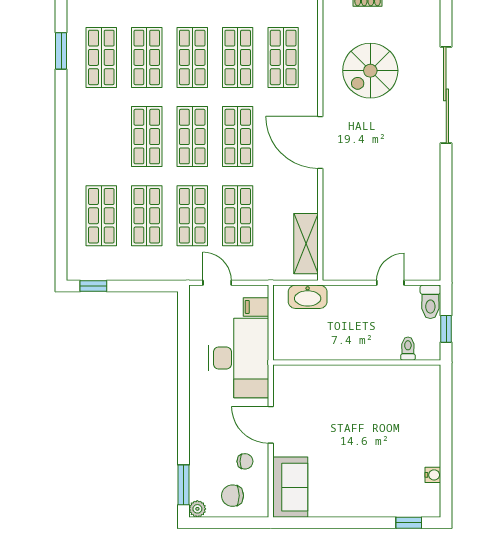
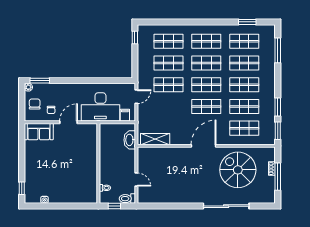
spiral stairs: (370, 71) -> (238, 170), width x1.37, depth x1.37
shop shelf: (238, 216) -> (206, 41), moved

